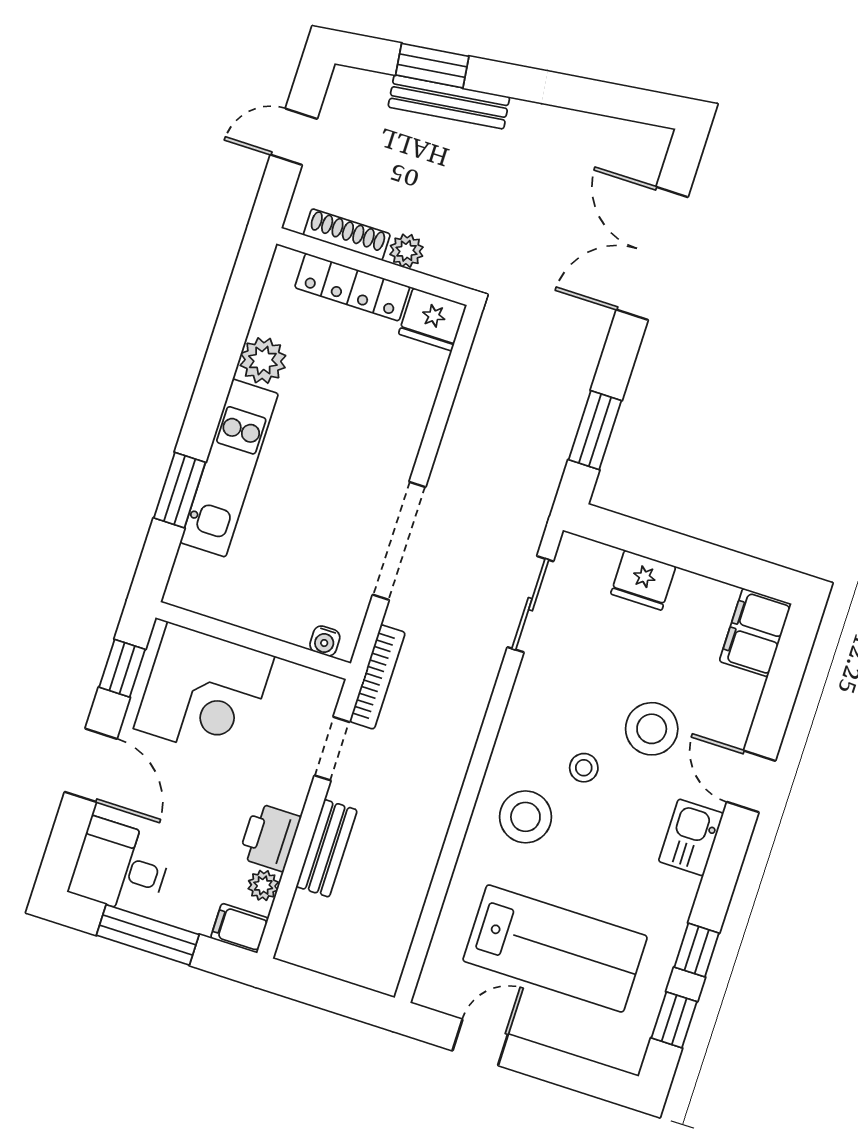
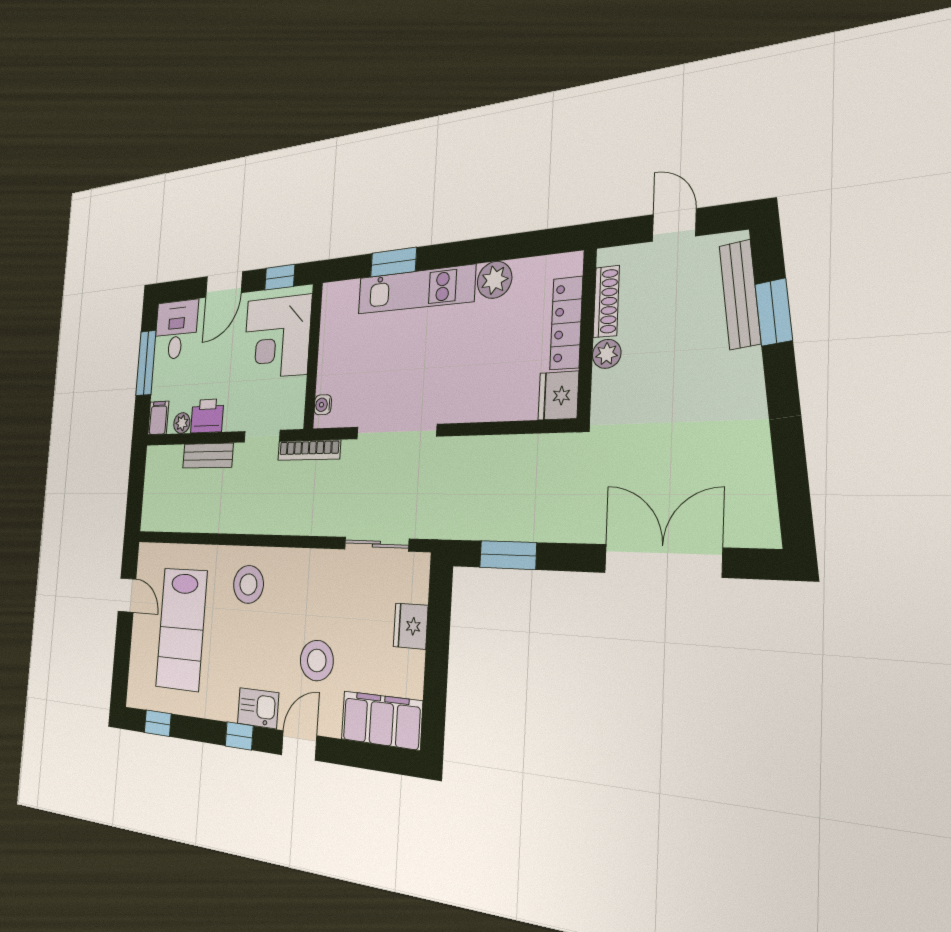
bench: (449, 102) -> (740, 294), moved
filing cabinet: (755, 633) -> (381, 720), width x1.50, depth x1.17
stool: (584, 768) -> (284, 617), removed
window: (697, 950) -> (239, 736), moved

